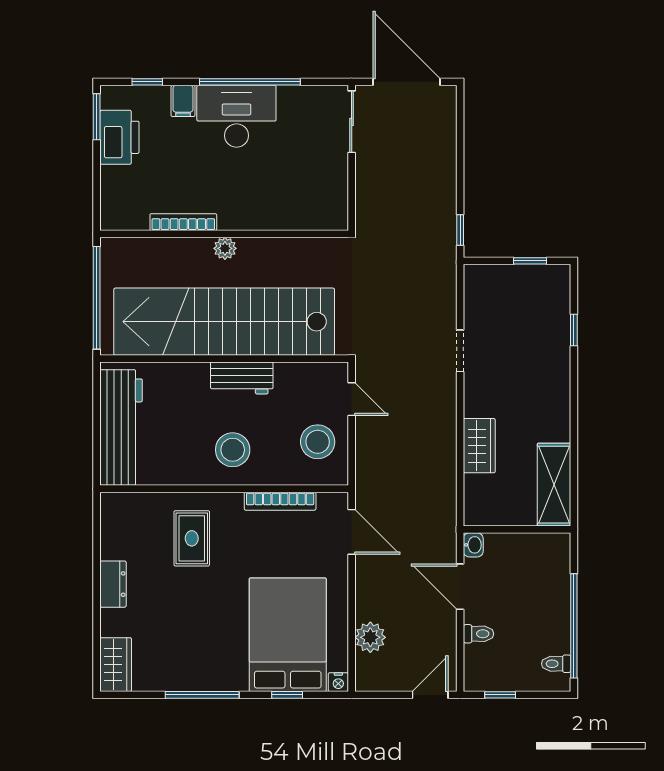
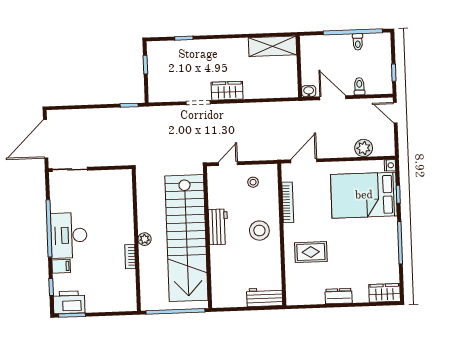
printer: (119, 137) -> (69, 302), moved
bookcase: (183, 222) -> (130, 257), width x0.64
workbench: (121, 428) -> (265, 297), width x0.53, depth x0.76
stool: (318, 442) -> (253, 182), width x0.53, depth x0.53
wardrobe: (479, 446) -> (227, 91), moved
door: (460, 587) -> (333, 98), swing flipped
toilet: (556, 664) -> (358, 42), moved

